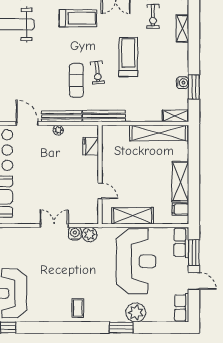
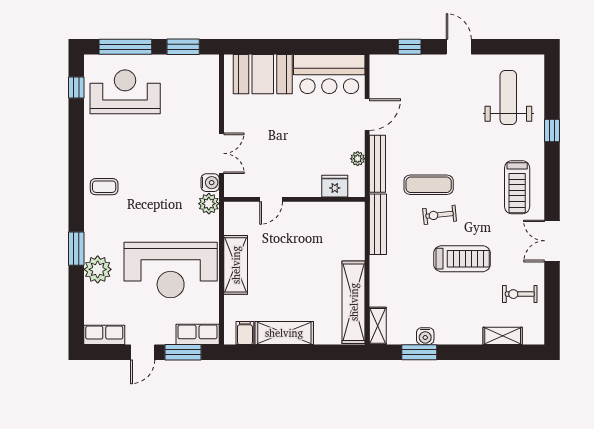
fridge: (91, 146) -> (335, 186), moved
wall: (100, 175) -> (294, 199), moved
door: (100, 191) -> (271, 199), moved

